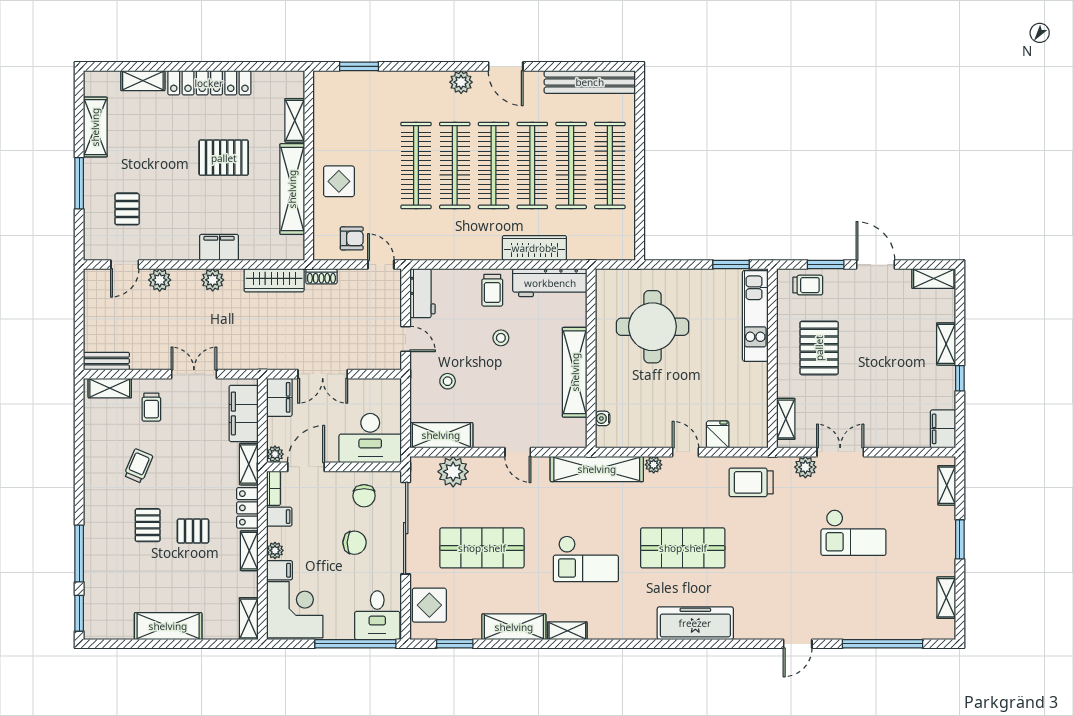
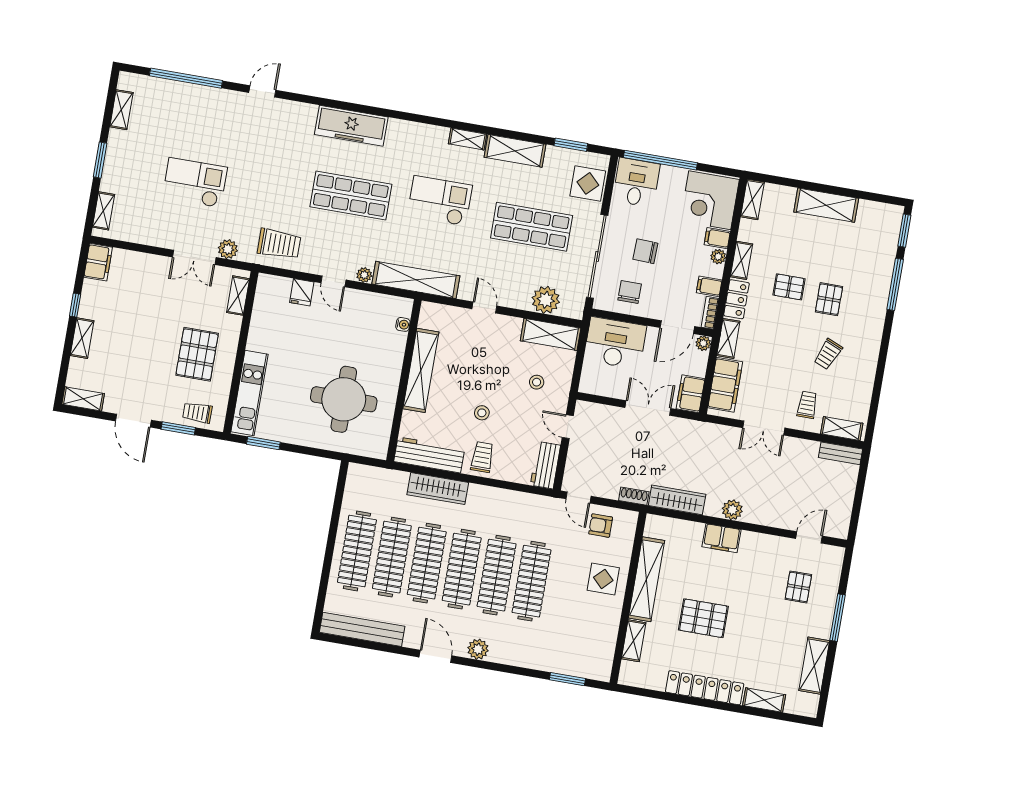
plant: (160, 280) -> (780, 518), removed

